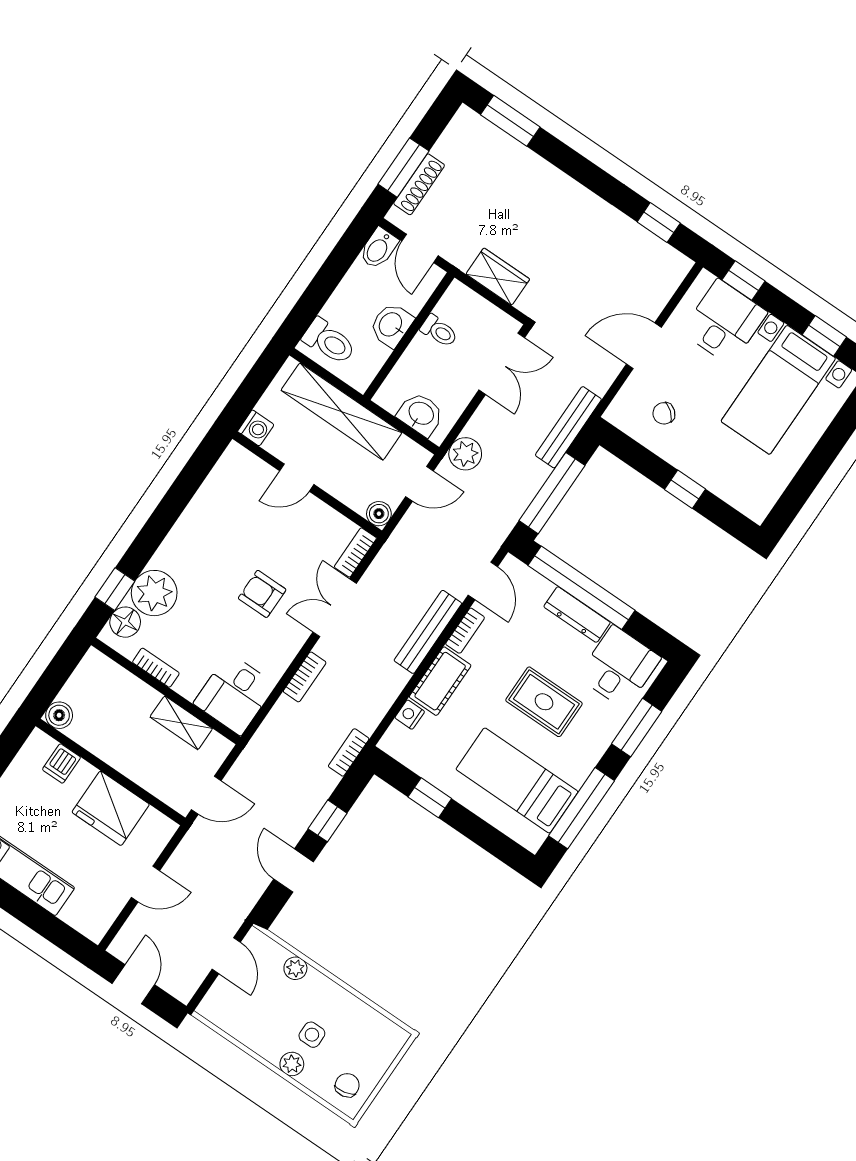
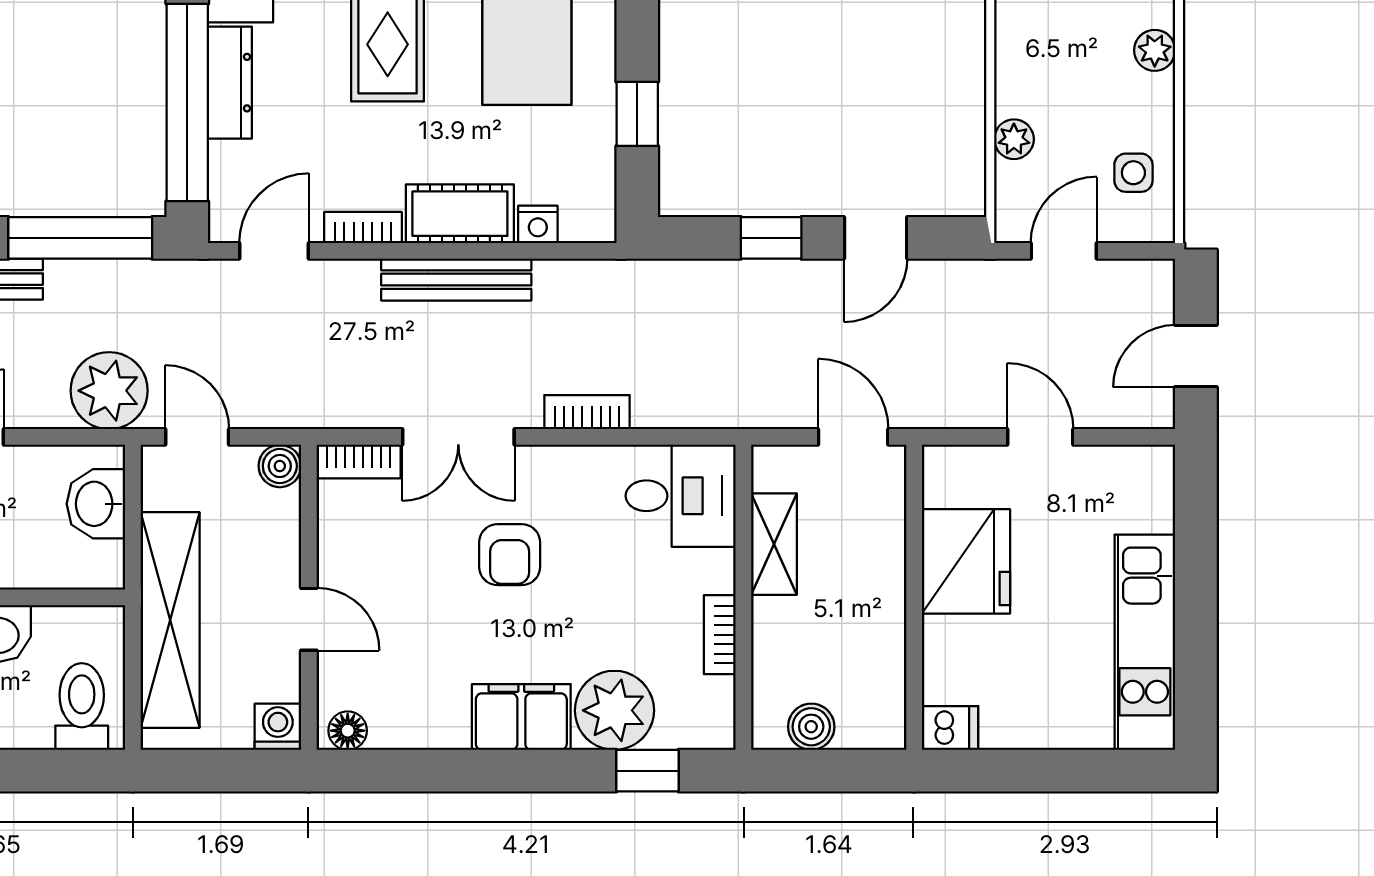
plant: (465, 454) -> (109, 391), width x1.36, depth x1.36
filing cabinet: (181, 547) -> (521, 717), added
floor lamp: (125, 622) -> (348, 731), moved, width x0.73, depth x0.73
bench: (428, 632) -> (456, 280), moved
boiler: (59, 715) -> (811, 727), moved
bookcase: (349, 752) -> (652, 275), removed
dishwasher: (61, 763) -> (950, 728), moved
side table: (312, 1035) -> (1133, 173), moved

